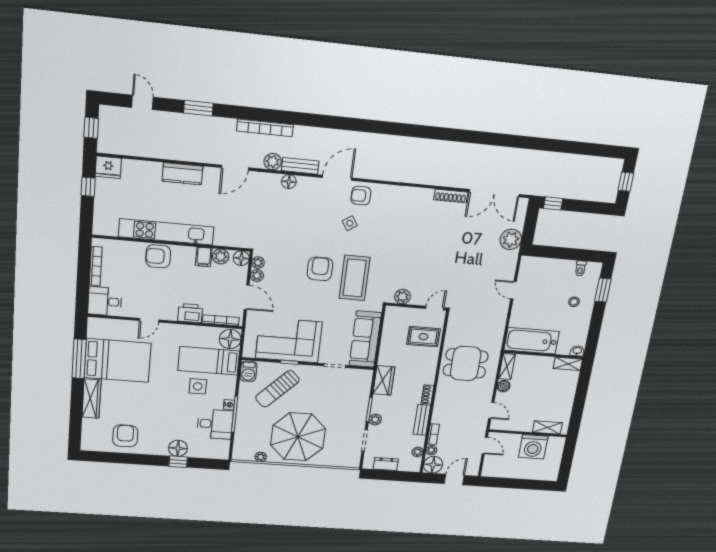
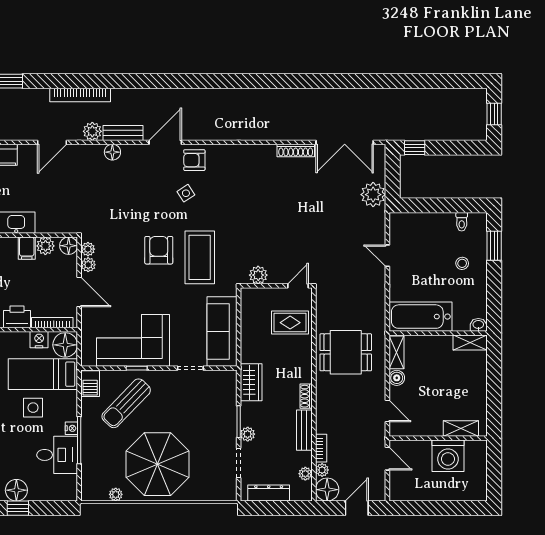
nightstand: (208, 333) -> (39, 340), added
dresser: (386, 464) -> (269, 493), width x1.44

